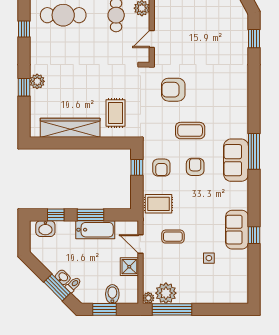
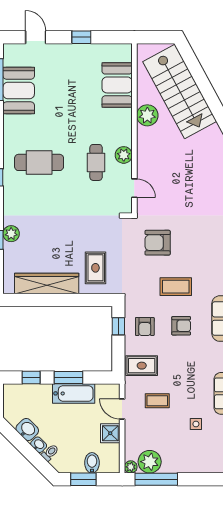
door: (152, 39) -> (134, 188), swing flipped
armchair: (195, 167) -> (181, 326), turned 90
washbasin: (45, 229) -> (27, 430), moved, turned -135
window: (57, 287) -> (33, 456), removed

